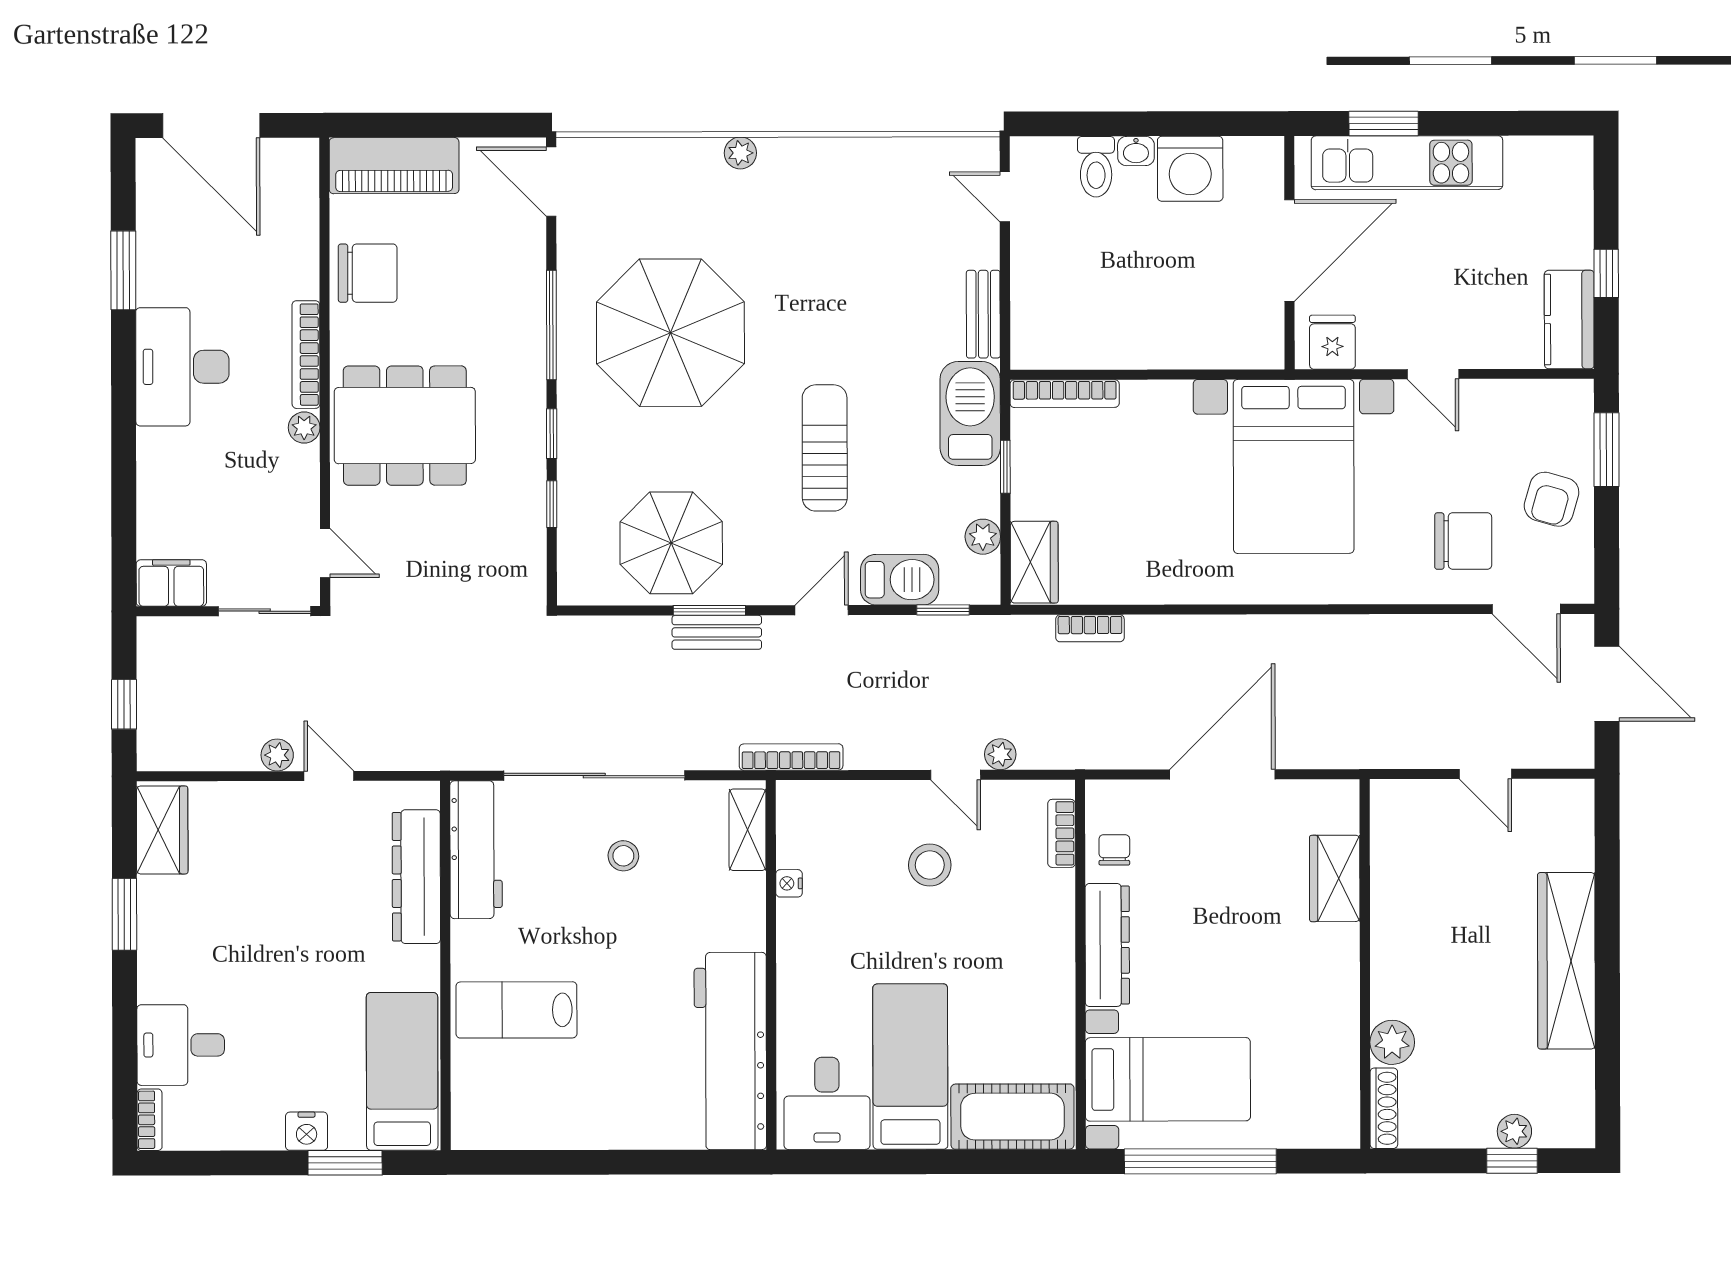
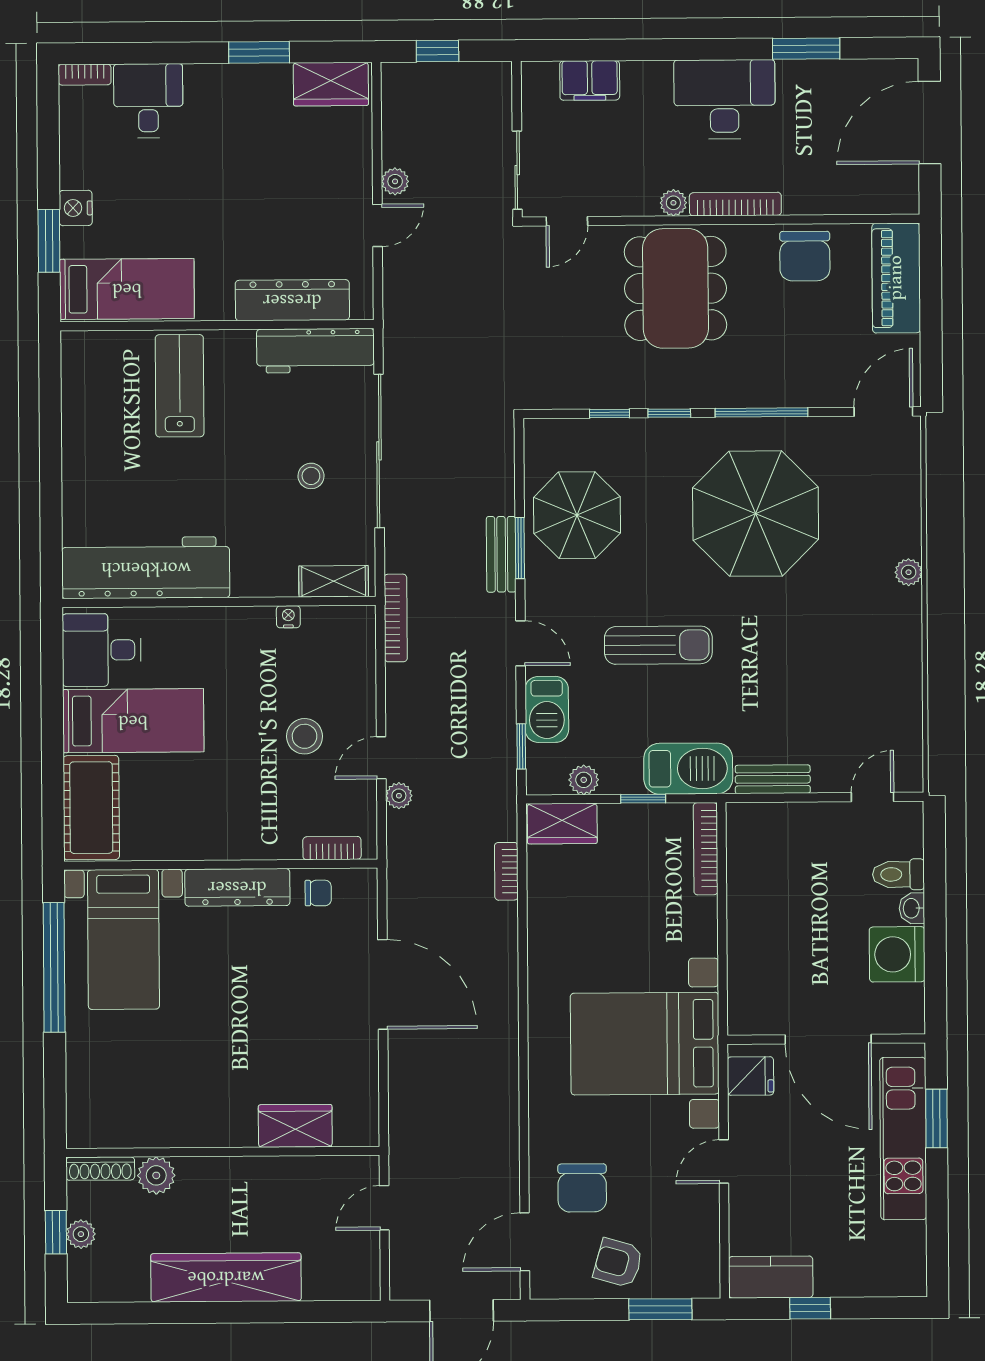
filing cabinet: (171, 583) -> (590, 80), moved, turned 90
wardrobe: (1335, 878) -> (295, 1126), moved
wall: (1365, 964) -> (223, 1152), moved
plant: (1392, 1042) -> (156, 1175), moved
shoe rack: (1384, 1108) -> (100, 1169), moved

